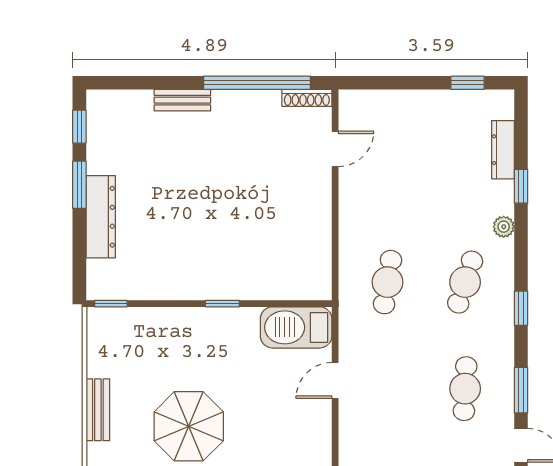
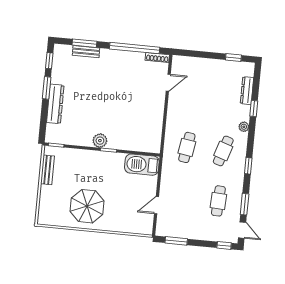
window: (150, 83) -> (84, 43), added
bench: (182, 100) -> (86, 52), moved
plant: (203, 285) -> (100, 141), added
door: (335, 380) -> (156, 205), moved
bench: (98, 410) -> (48, 170), moved

